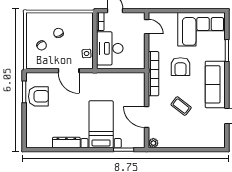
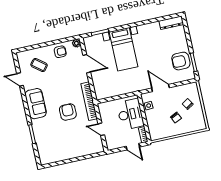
door: (147, 27) -> (101, 129), moved
corner sofa: (201, 29) -> (57, 147), removed
sofa: (215, 84) -> (36, 104), width x0.73
coffee table: (181, 106) -> (39, 65), moved
armchair: (174, 137) -> (60, 52), added
dresser: (66, 143) -> (171, 23), moved

